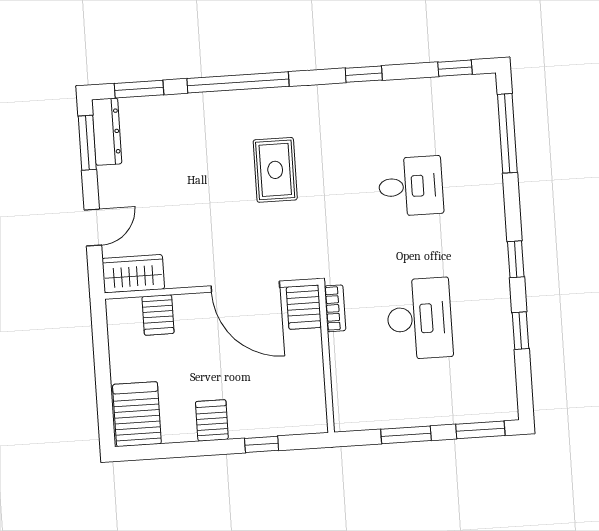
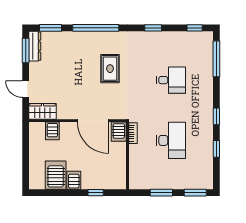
door: (93, 227) -> (26, 89), swing flipped
server rack: (137, 414) -> (56, 175), moved

